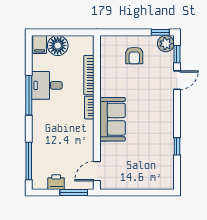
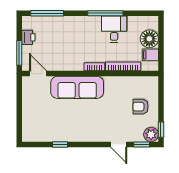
filing cabinet: (40, 44) -> (150, 55), moved
sofa: (113, 119) -> (77, 87), width x1.36

